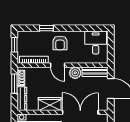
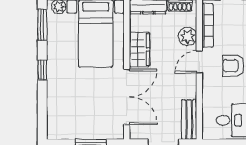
plant: (75, 73) -> (188, 37), moved

